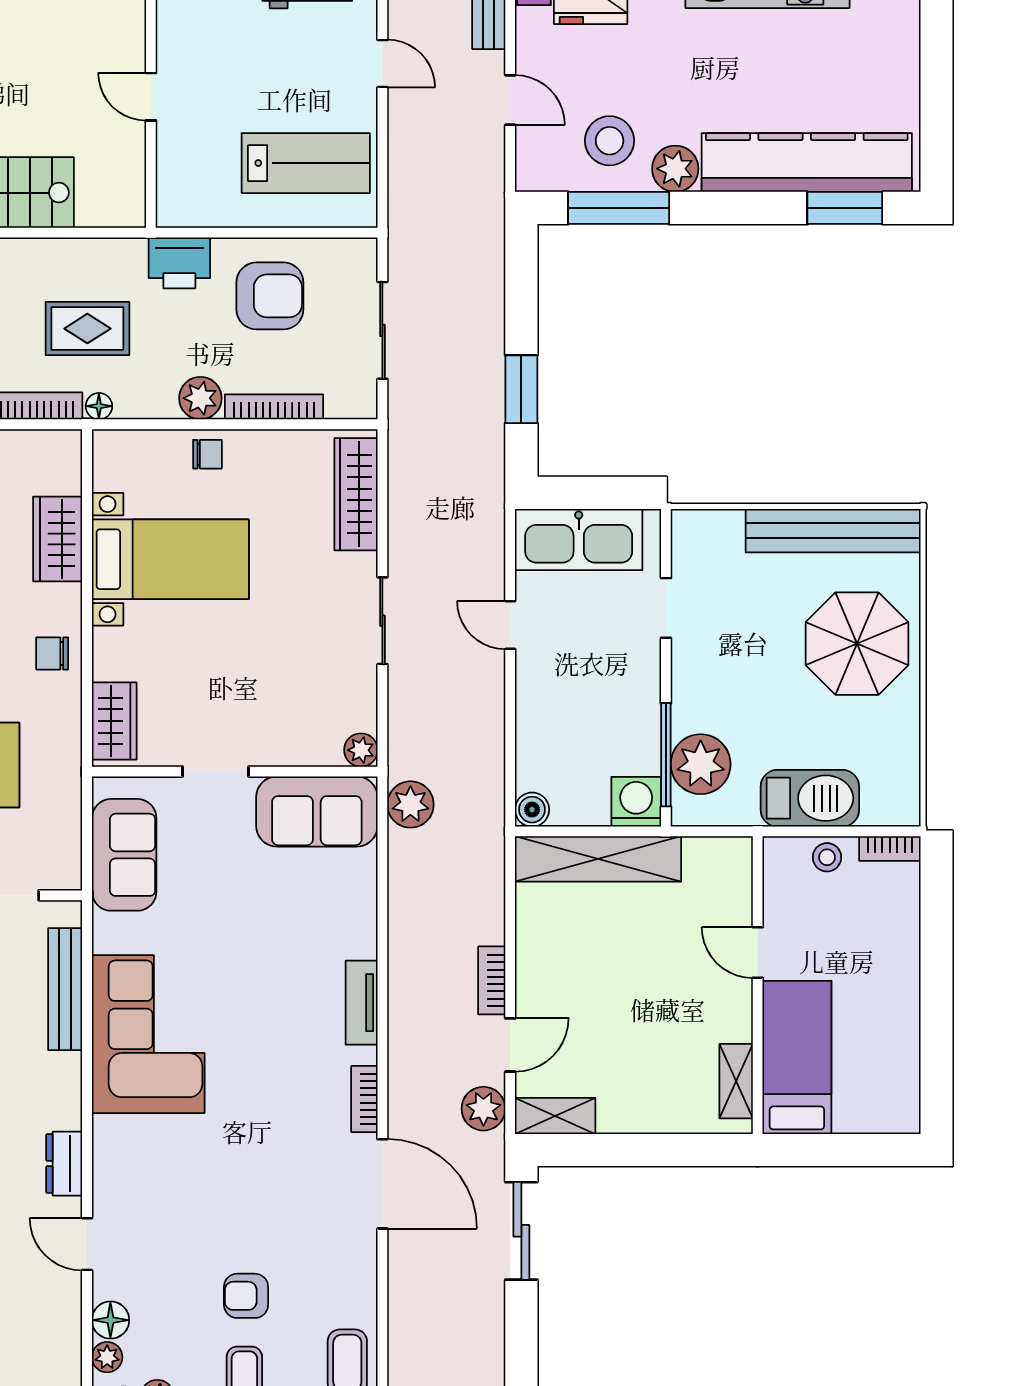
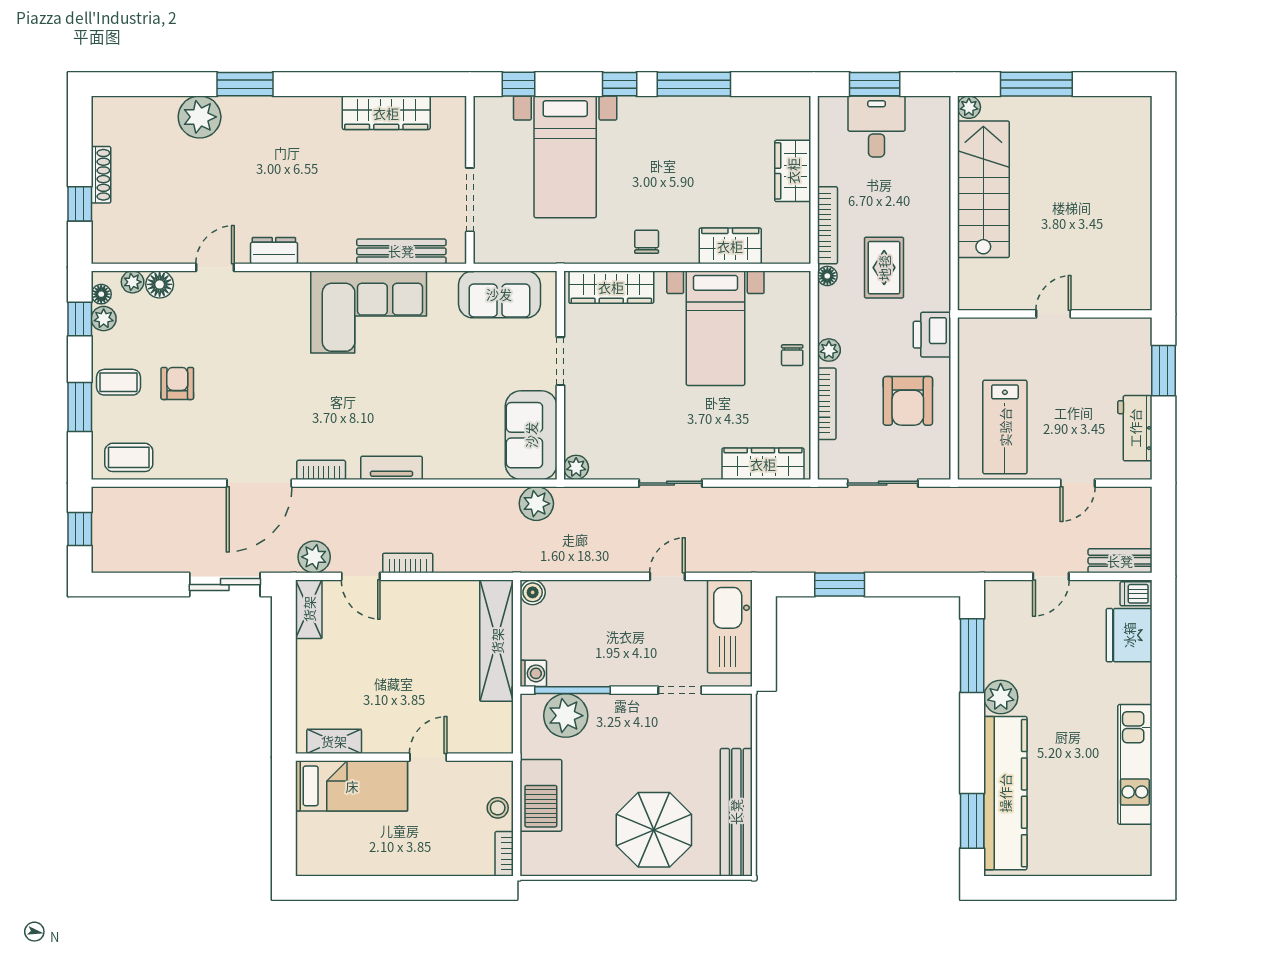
stool: (610, 141) -> (1021, 649), removed
plant: (200, 398) -> (829, 350), width x0.73, depth x0.73
wardrobe: (114, 721) -> (611, 287), width x1.50
washing machine: (636, 802) -> (533, 673), width x0.73, depth x0.73

